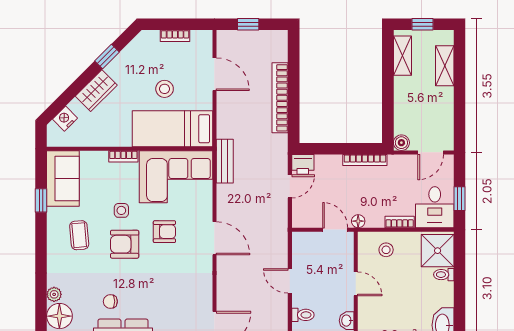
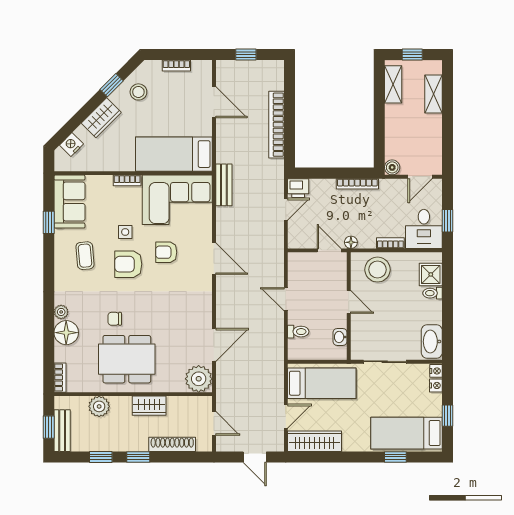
stool: (165, 89) -> (138, 92), moved
armchair: (164, 232) -> (166, 252), turned 180
stool: (386, 250) -> (377, 270), width x1.89, depth x1.89
shower: (438, 251) -> (431, 274), width x0.73, depth x0.73

